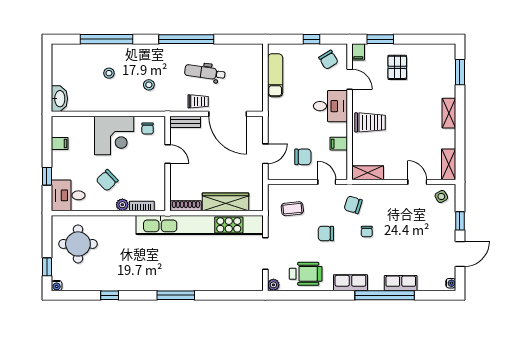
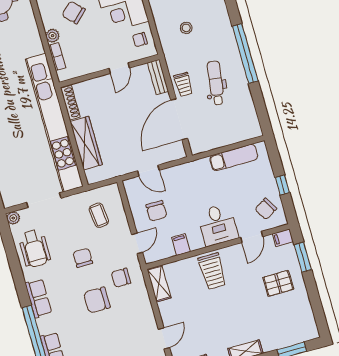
chair: (353, 205) -> (121, 278), turned -107
chair: (367, 232) -> (97, 300), width x1.87, depth x1.87

